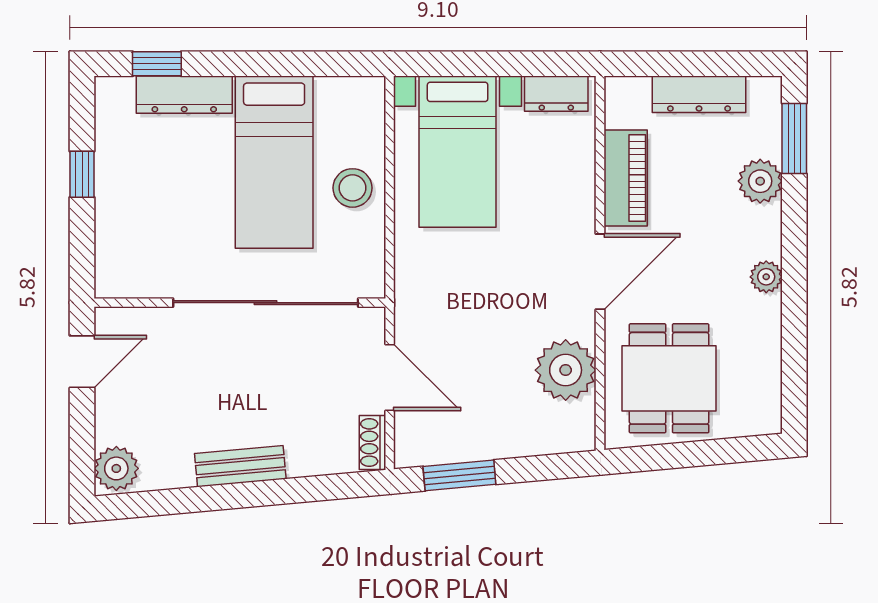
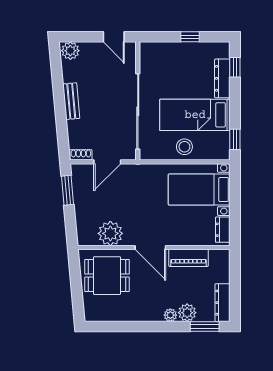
window: (334, 64) -> (235, 139), added
dresser: (699, 94) -> (223, 303), moved
plant: (766, 277) -> (170, 315), moved

